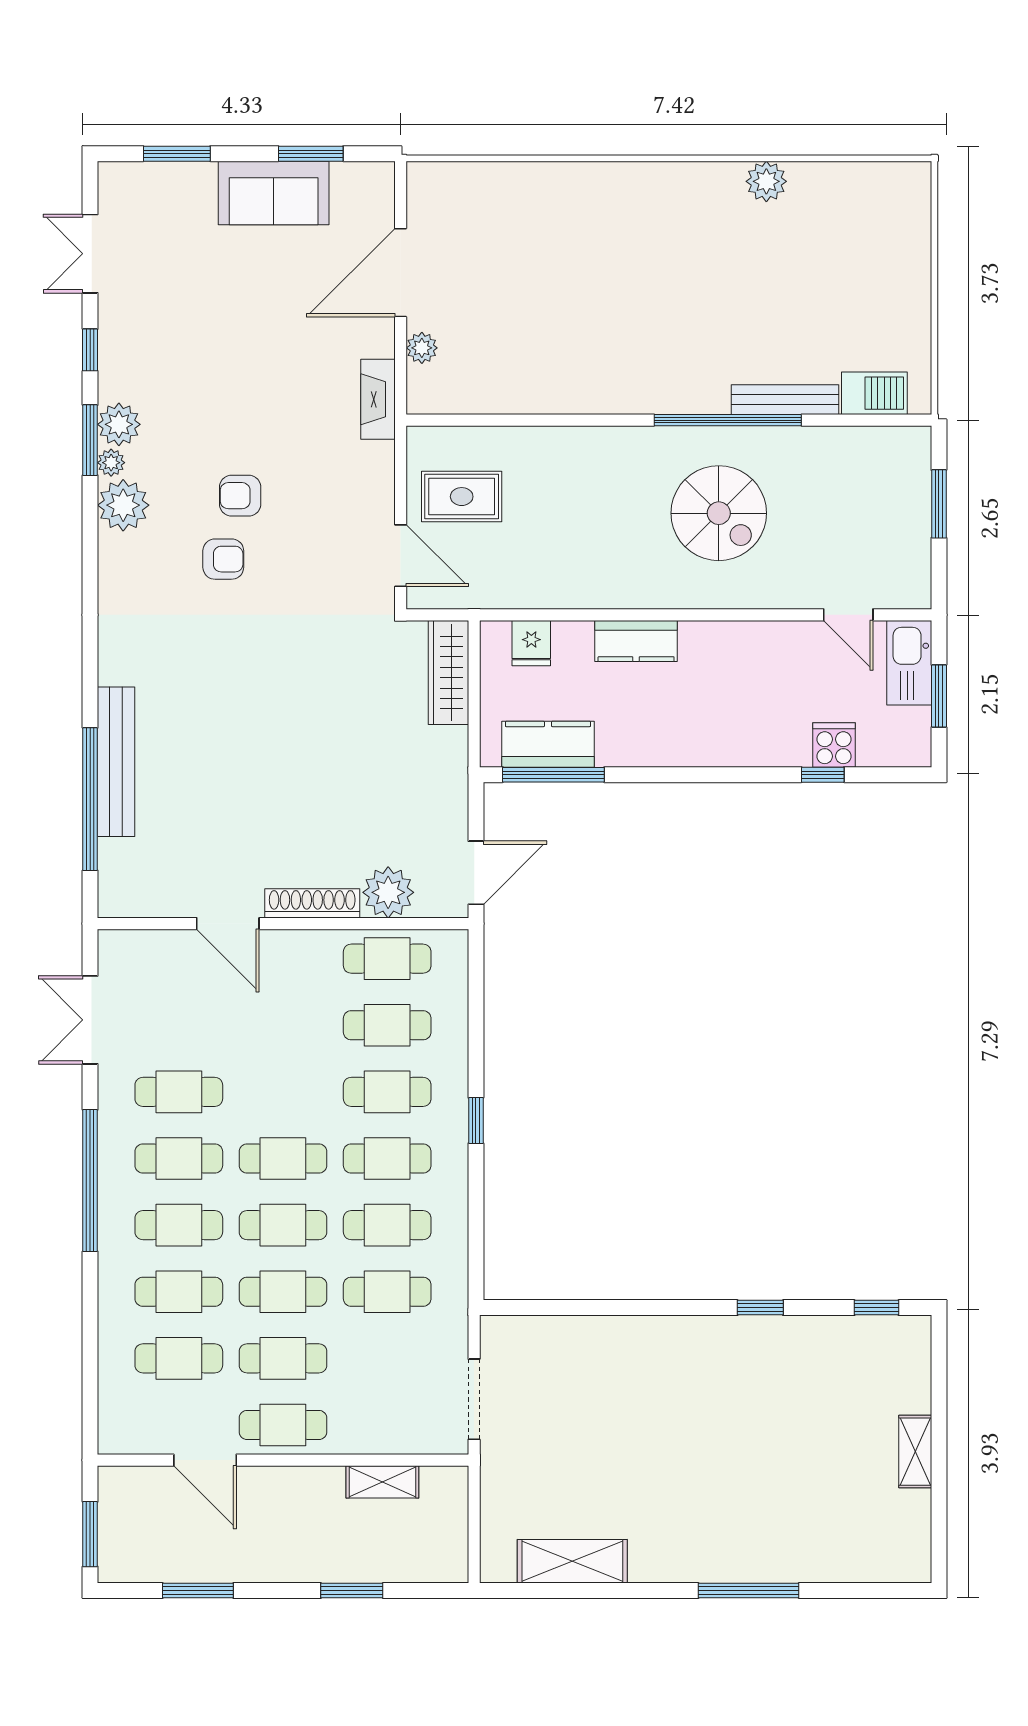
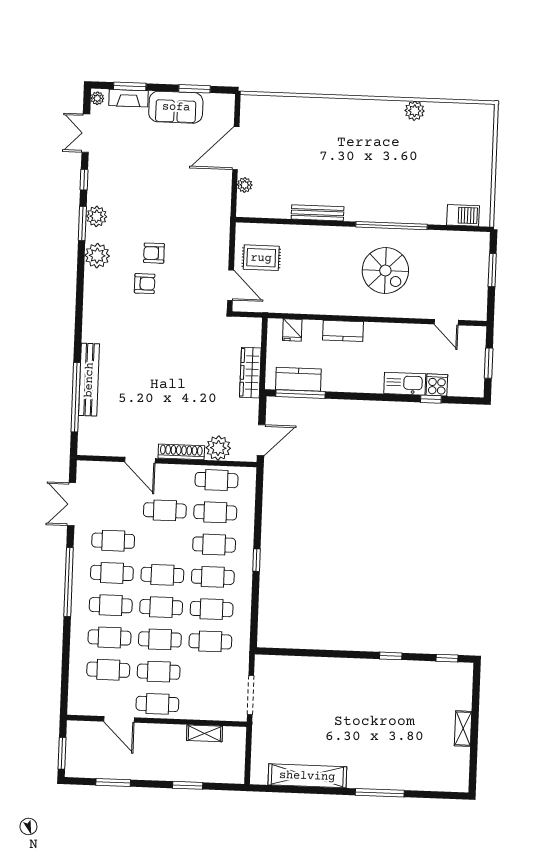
fireplace: (378, 399) -> (128, 98), moved, turned -90
bench: (785, 400) -> (318, 213), moved
plant: (111, 463) -> (97, 98), moved
kitchen sink: (909, 663) -> (405, 384), moved, turned 90
wardrobe: (448, 673) -> (250, 373), moved
cafe table: (283, 1025) -> (165, 510), added
shelving: (572, 1561) -> (307, 776), width x1.47

